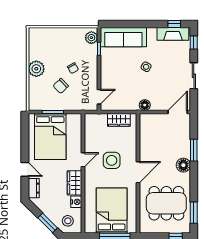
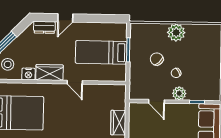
plant: (91, 38) -> (179, 93), moved
door: (99, 97) -> (157, 101), moved
bed: (50, 136) -> (101, 52), width x0.67
side table: (112, 160) -> (74, 114), removed

